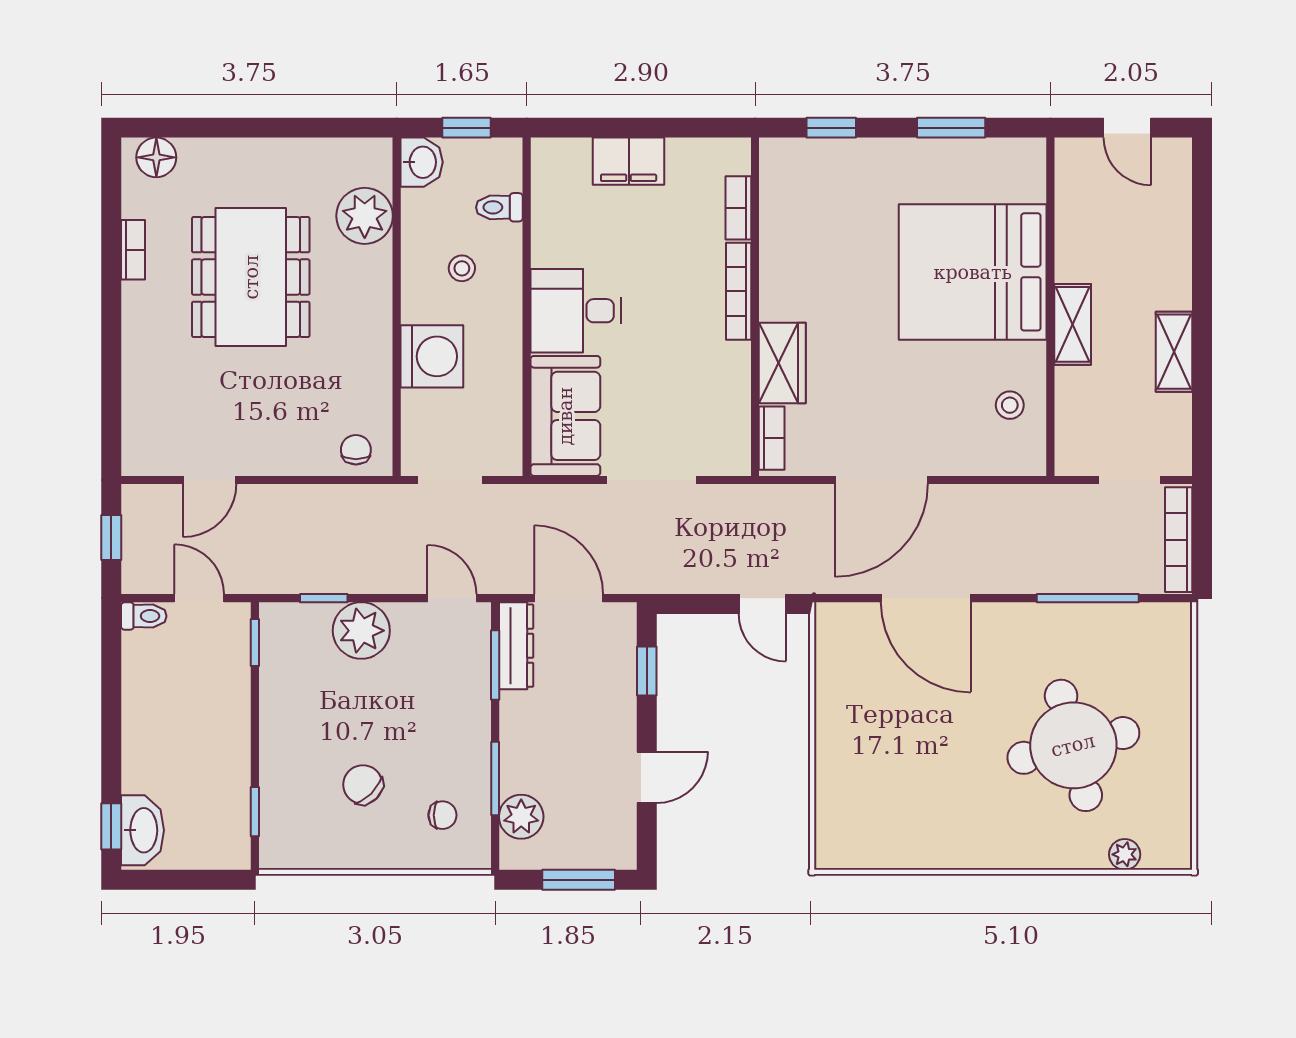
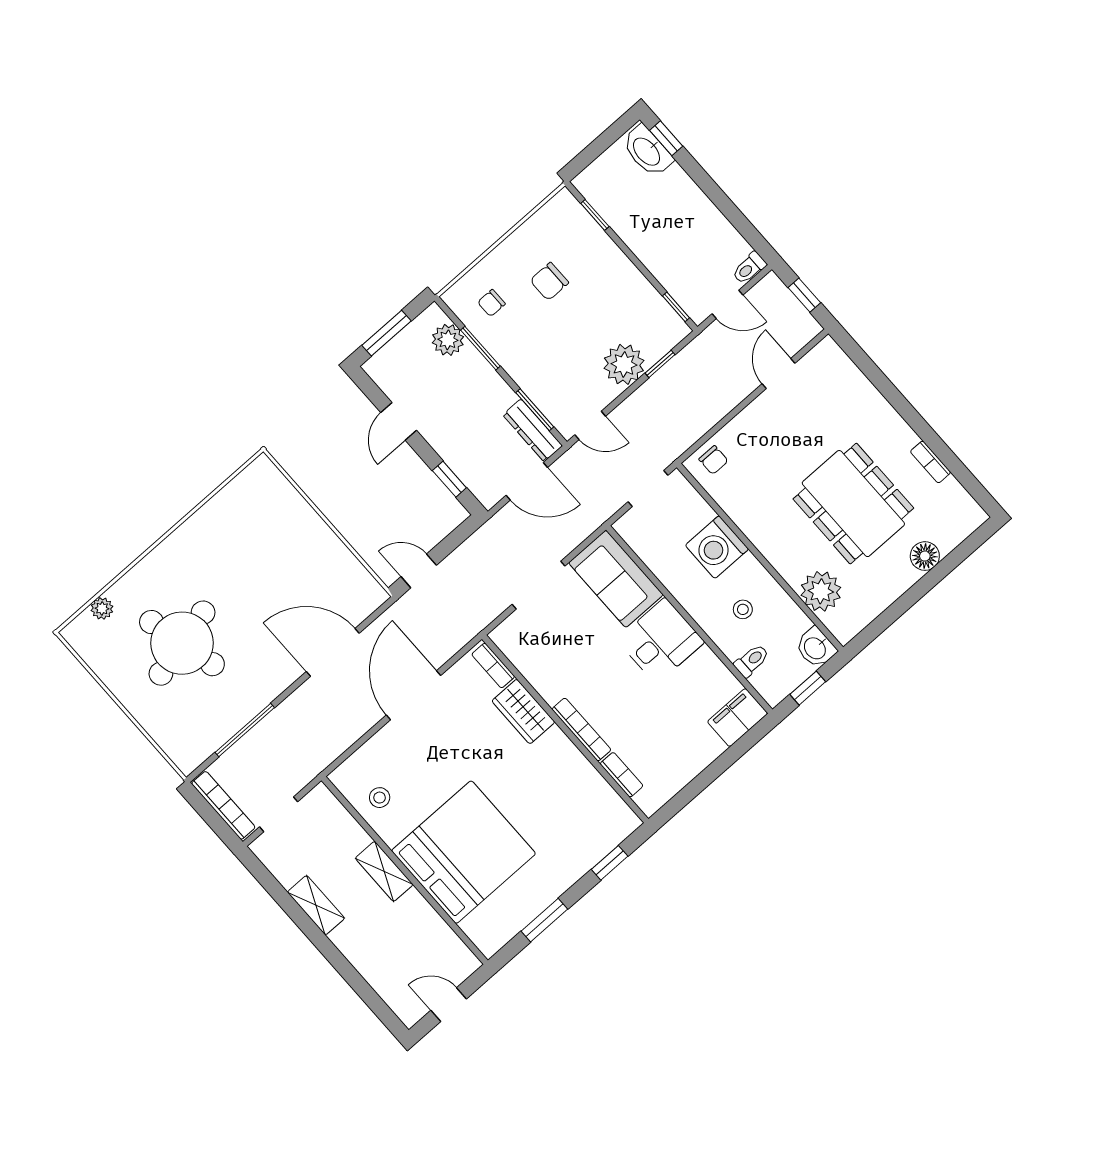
floor lamp: (156, 157) -> (925, 556), moved
filing cabinet: (629, 161) -> (738, 718), moved
chair: (363, 785) -> (549, 281), turned 135

